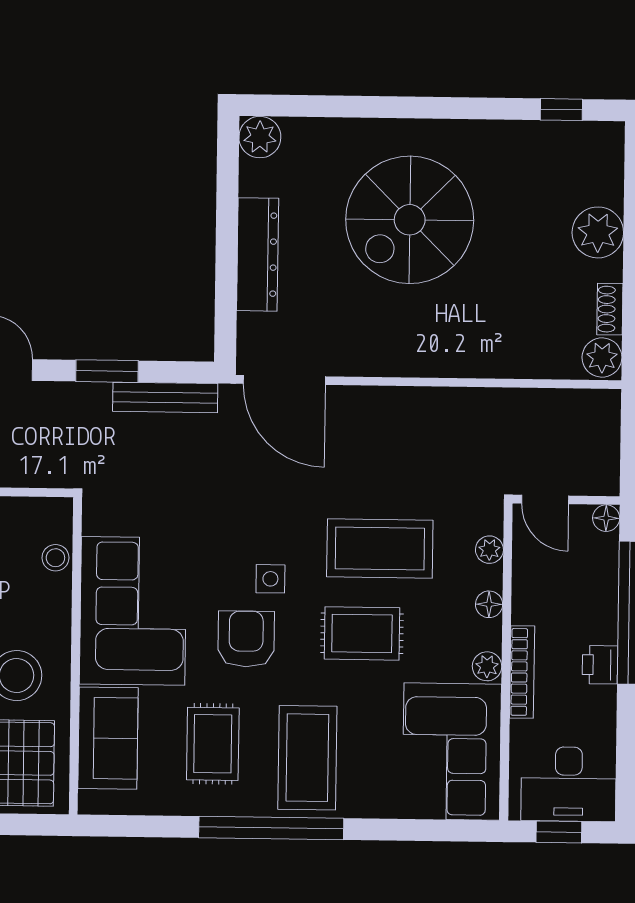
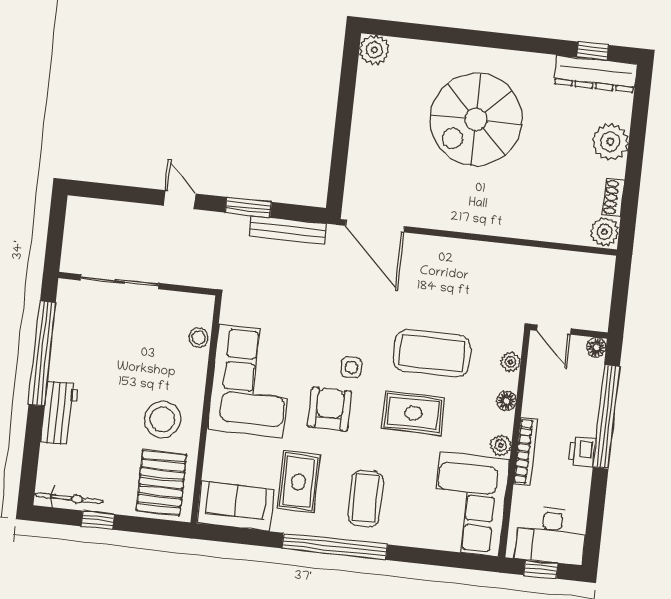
dresser: (258, 254) -> (595, 74), moved, turned 90
sofa: (108, 738) -> (235, 506), moved, turned -90
coffee table: (307, 758) -> (365, 499), width x0.73, depth x0.76

